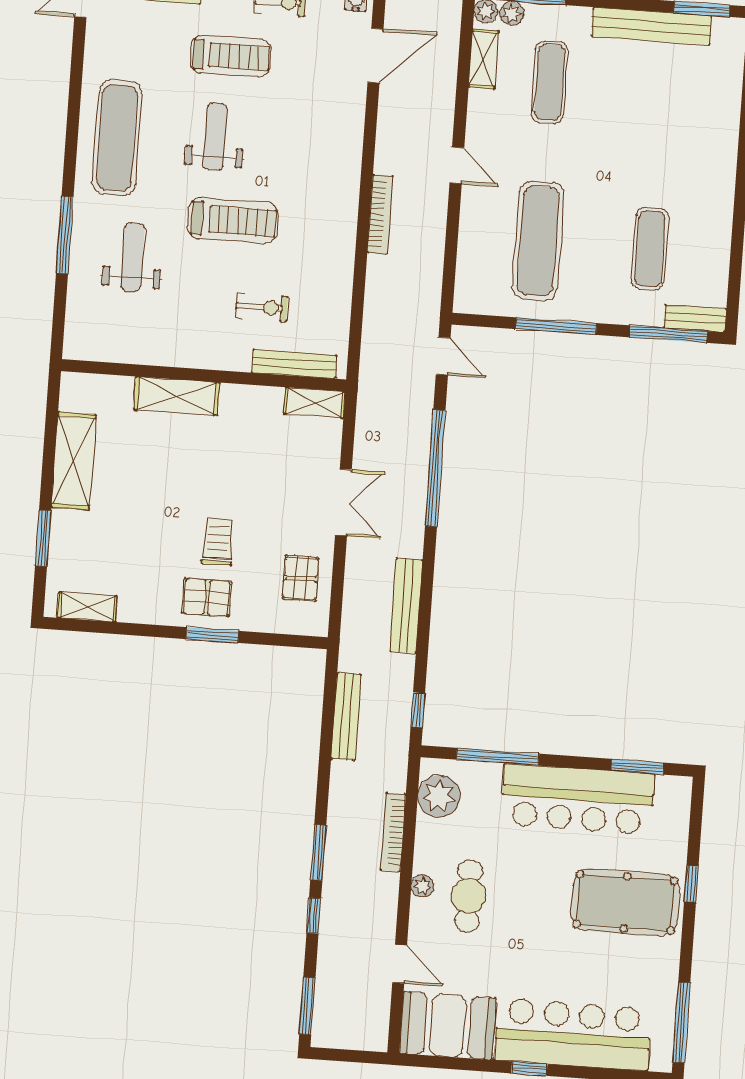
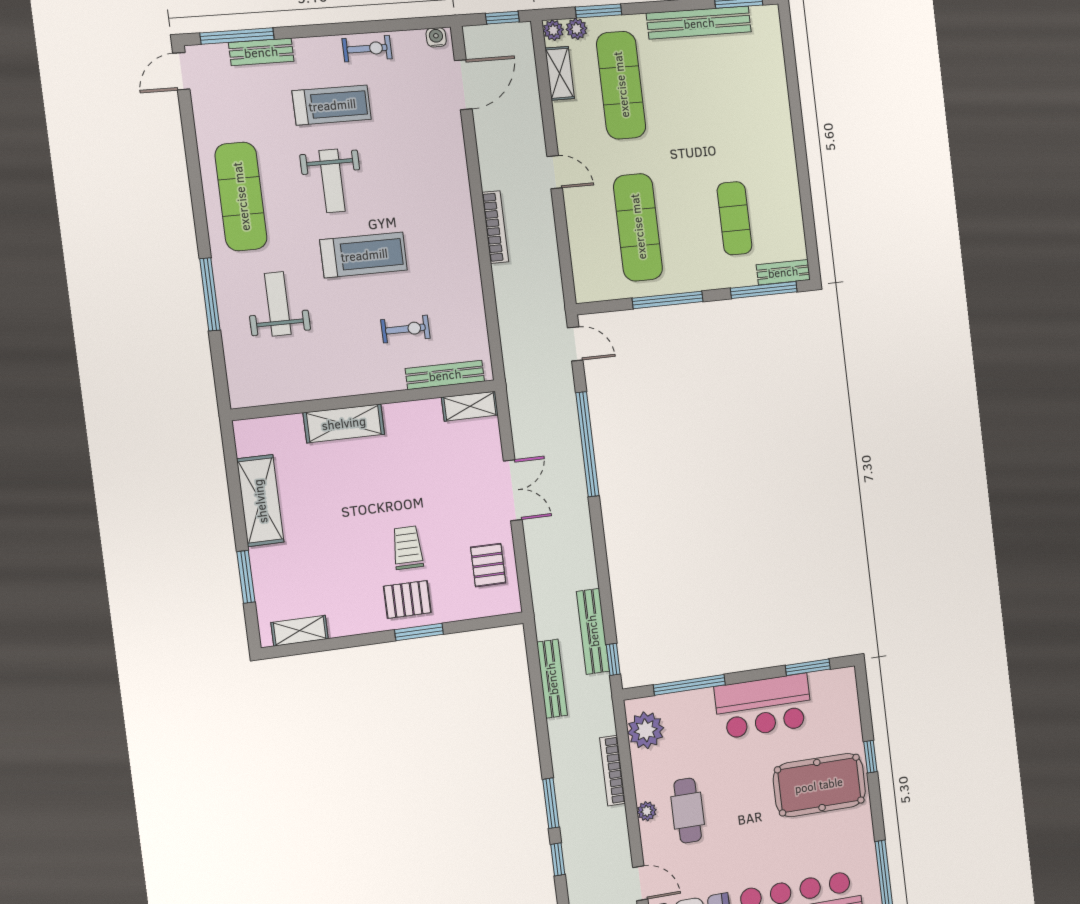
exercise mat: (550, 82) -> (621, 85), width x1.36, depth x1.45
weight bench: (215, 137) -> (332, 181), turned 180
bench: (406, 606) -> (593, 631), moved
bar counter: (578, 799) -> (763, 706), width x0.73

